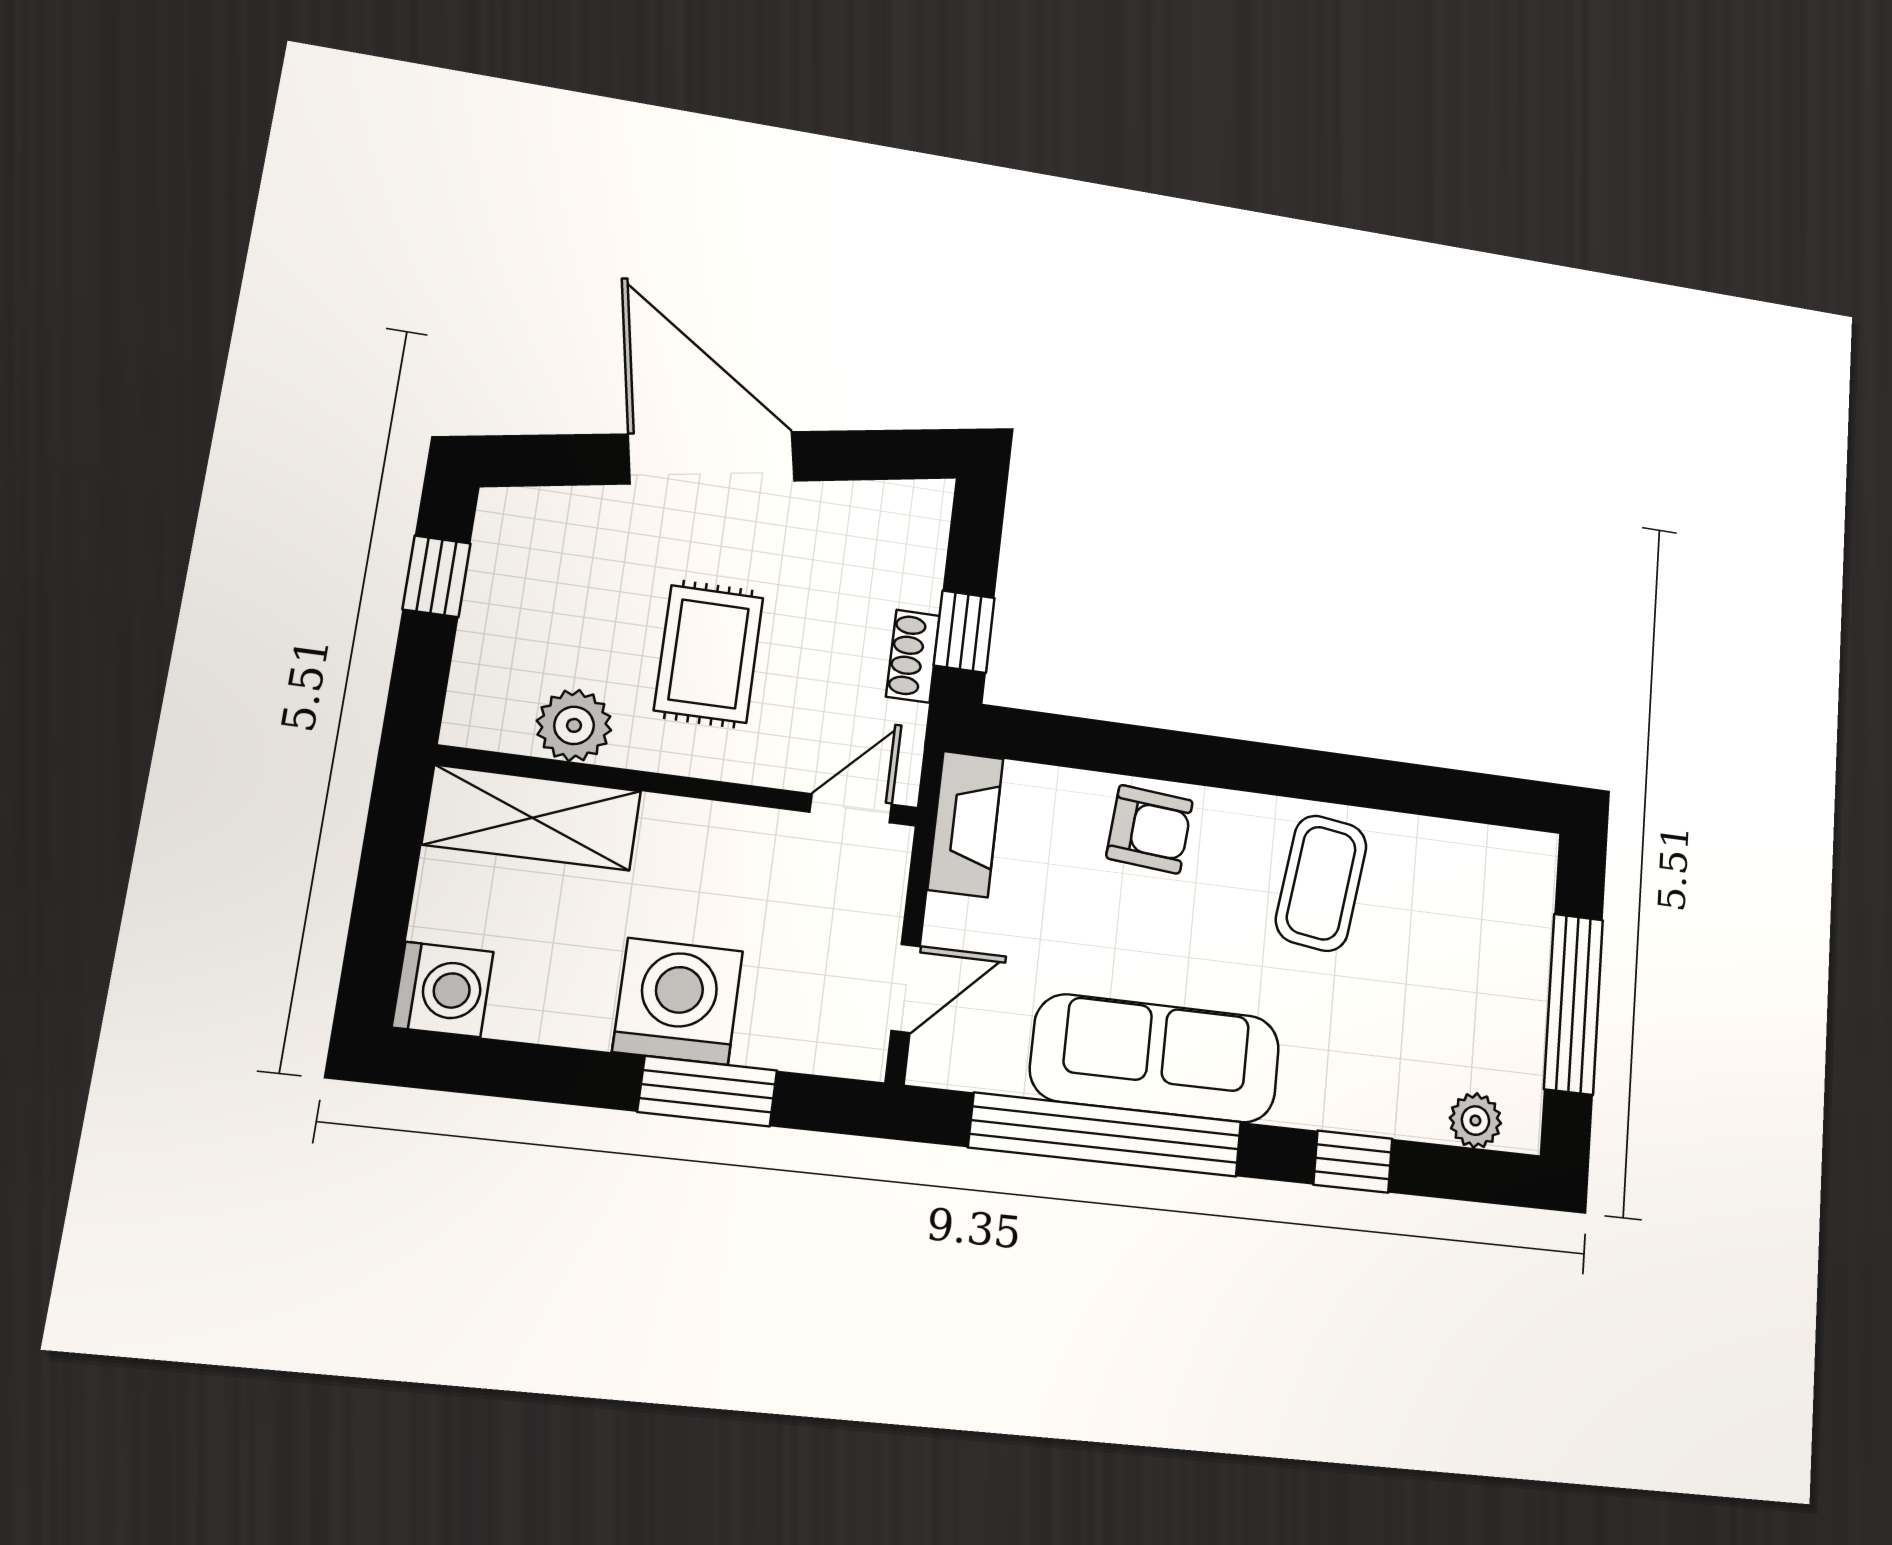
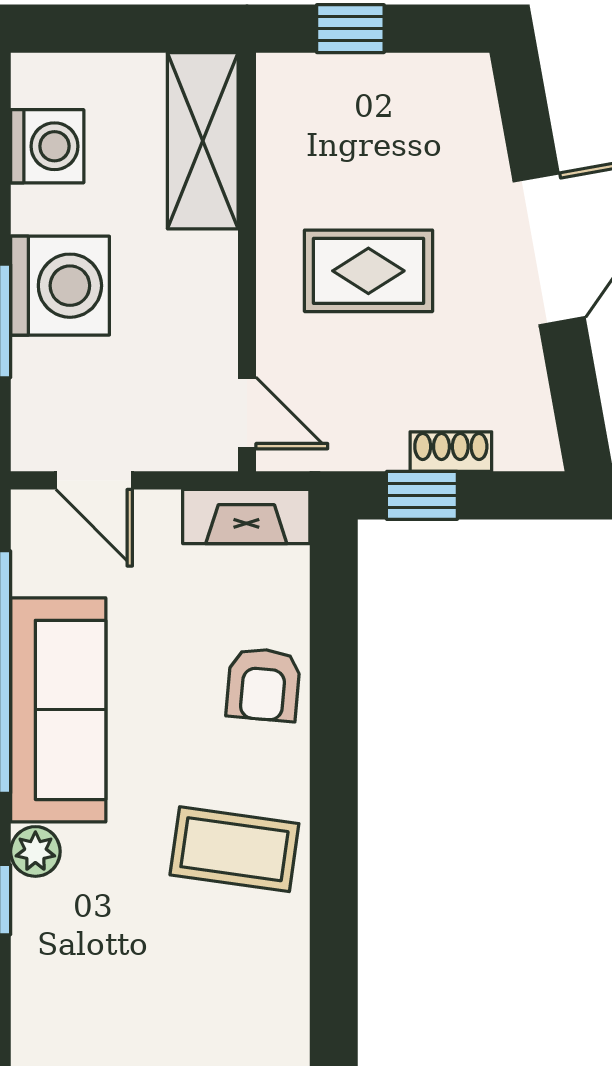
window: (437, 576) -> (350, 29), moved
shoe rack: (913, 656) -> (451, 452), moved
plant: (574, 725) -> (288, 164), removed
washing machine: (443, 990) -> (47, 146), moved, turned -90
plant: (1475, 1121) -> (35, 851), moved

